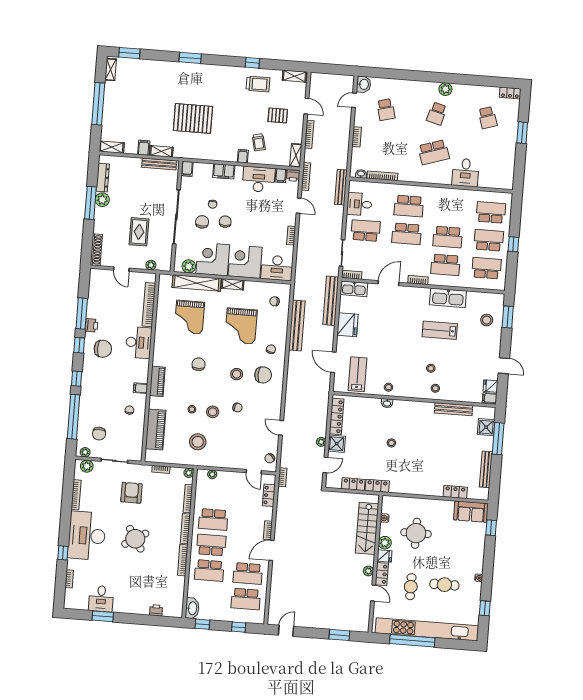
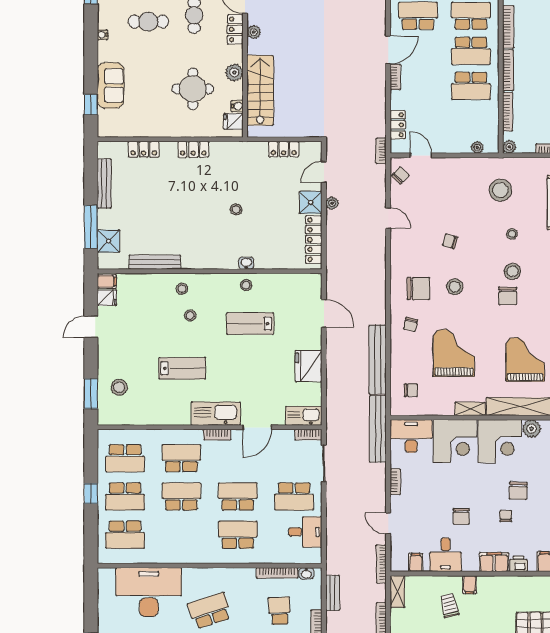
school desk: (383, 148) -> (279, 611), added
desk: (465, 173) -> (149, 592), width x1.87, depth x1.30
printer: (293, 175) -> (518, 564), moved
desk: (259, 179) -> (446, 555), width x0.73
bench: (341, 187) -> (333, 593), moved, width x0.73
chair: (225, 222) -> (461, 516), moved
kitchen sink: (448, 298) -> (216, 414), moved
bench: (331, 301) -> (378, 429), moved
door: (504, 366) -> (91, 327), hinge flipped
lab bench: (357, 374) -> (250, 324), moved, turned 90
chair: (263, 375) -> (418, 288), turned 180
stool: (213, 412) -> (512, 271), moved
locker: (377, 486) -> (193, 149), moved
sofa: (471, 512) -> (110, 85), moved, turned 90
school desk: (213, 519) -> (471, 86), turned 180
fridge: (384, 556) -> (233, 121), moved

